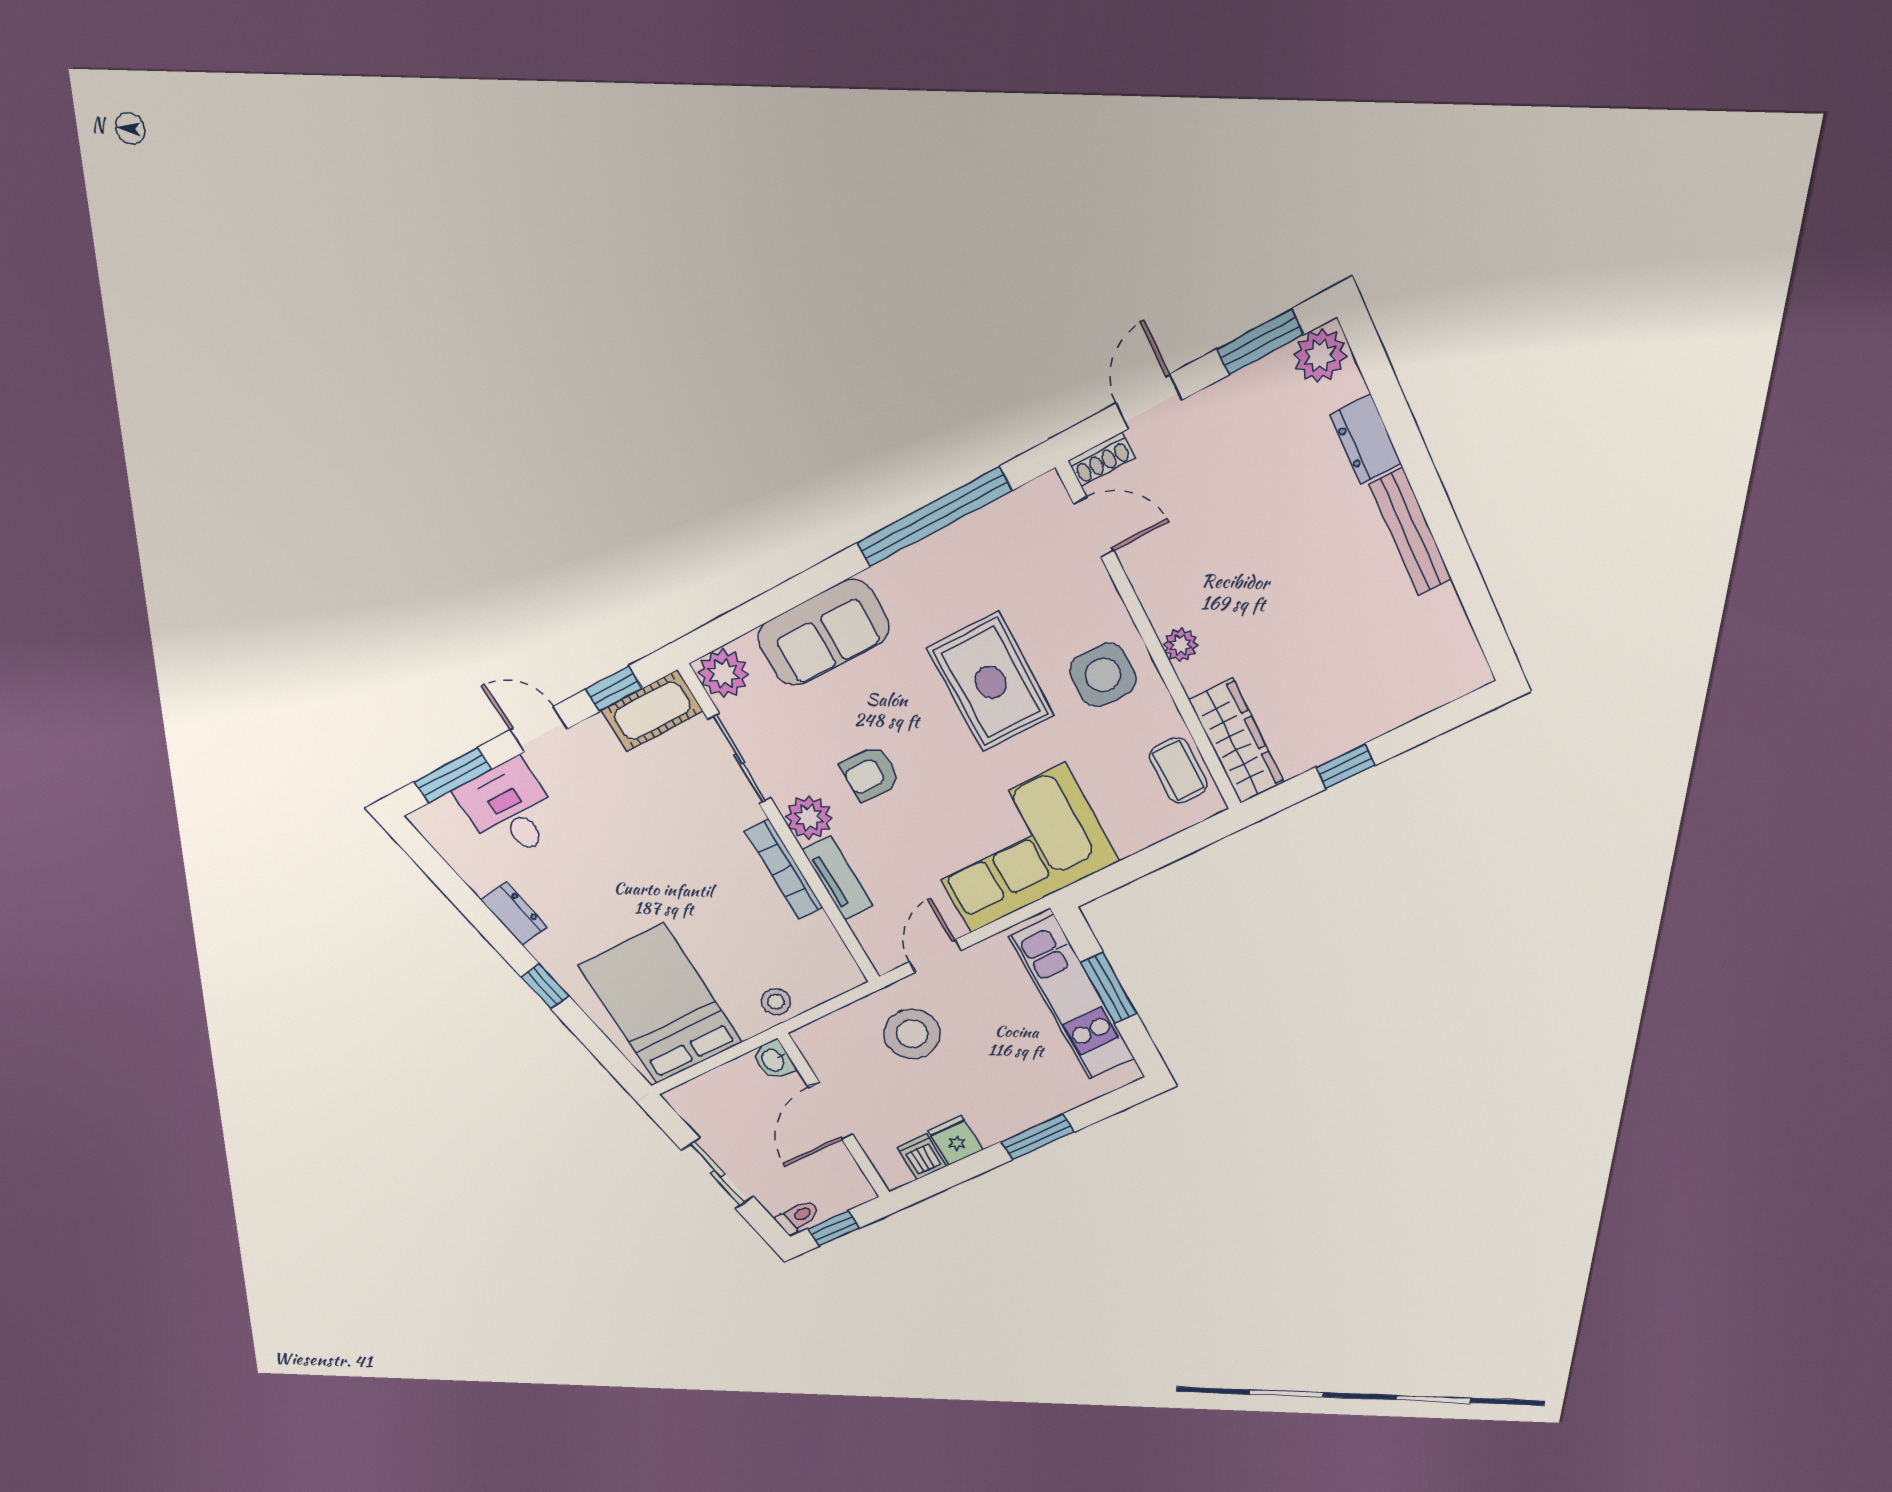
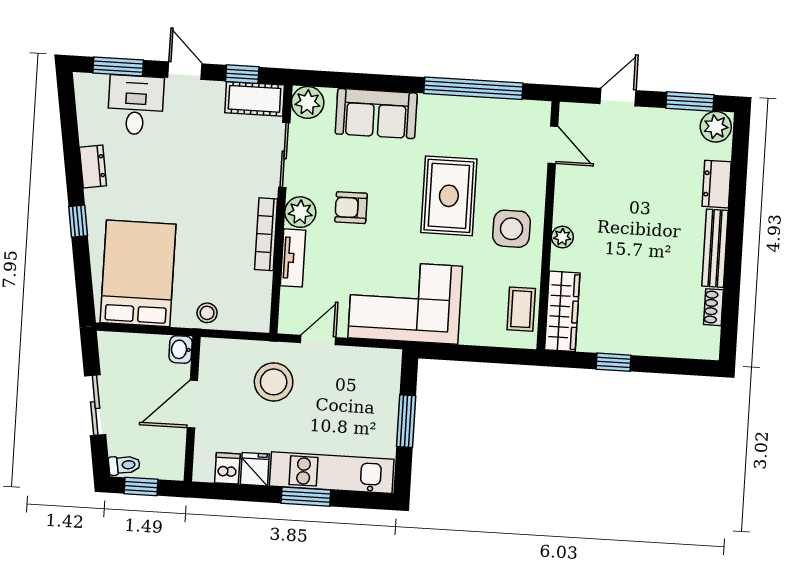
shoe rack: (1101, 459) -> (713, 307), moved, turned 90
kitchen unit: (1072, 998) -> (332, 473), moved, turned 90

